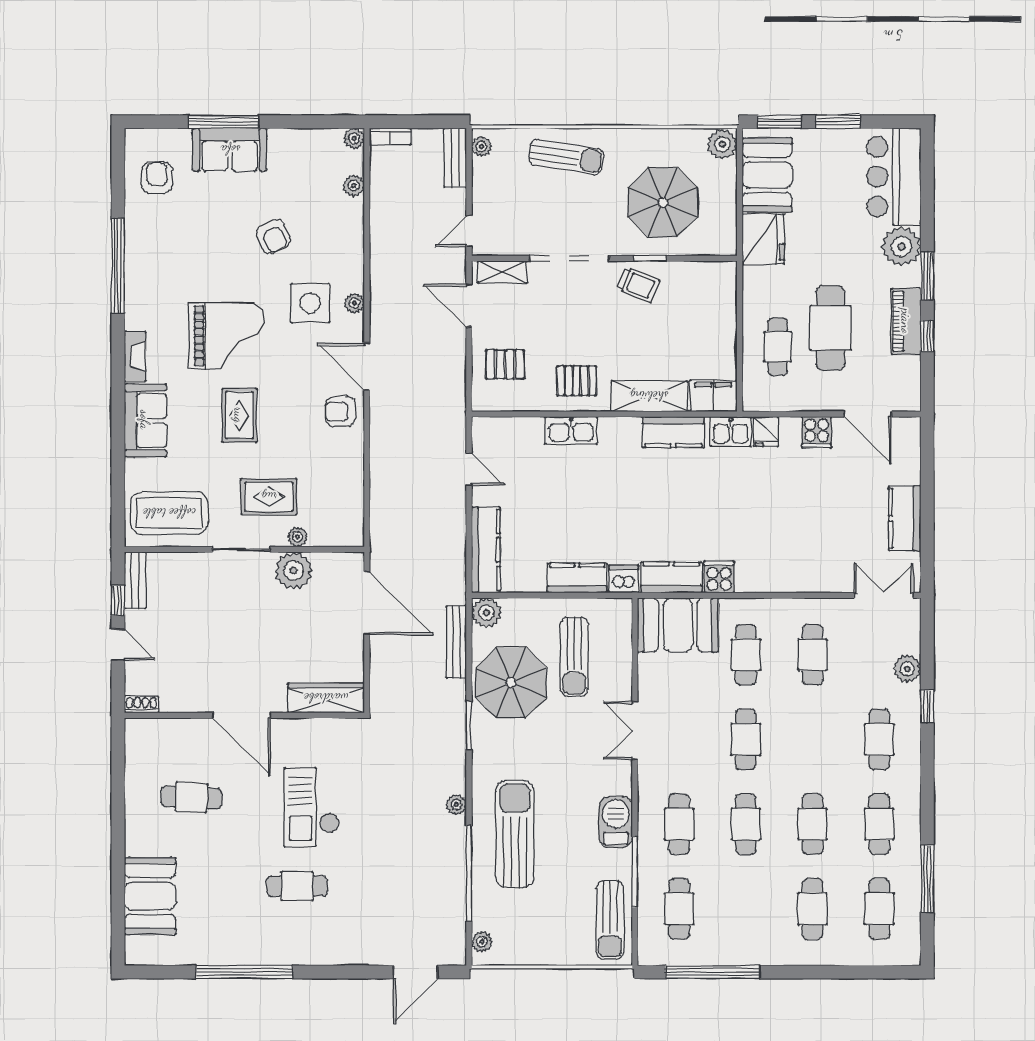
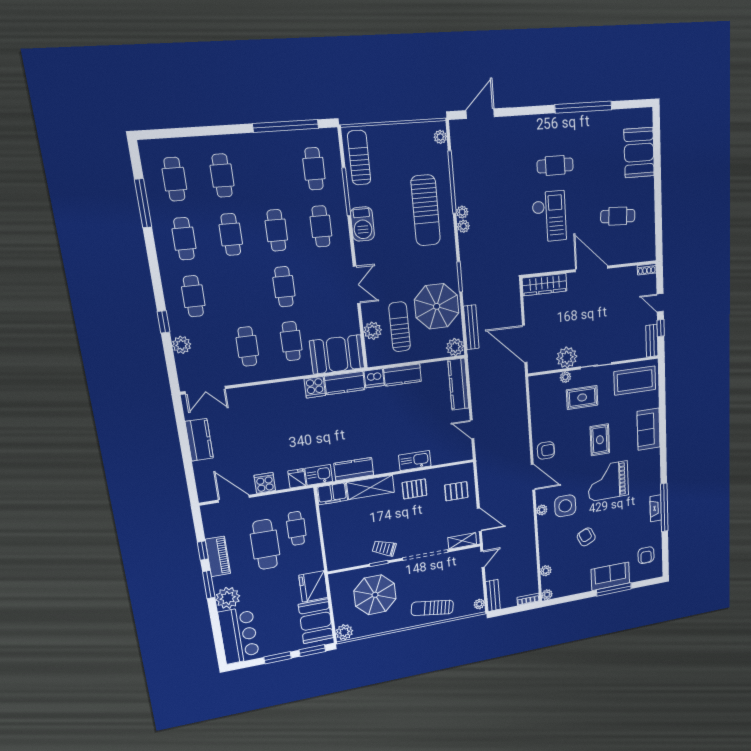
fireplace: (135, 357) -> (656, 508), moved
plant: (618, 656) -> (373, 331), added
plant: (457, 826) -> (462, 212), added

